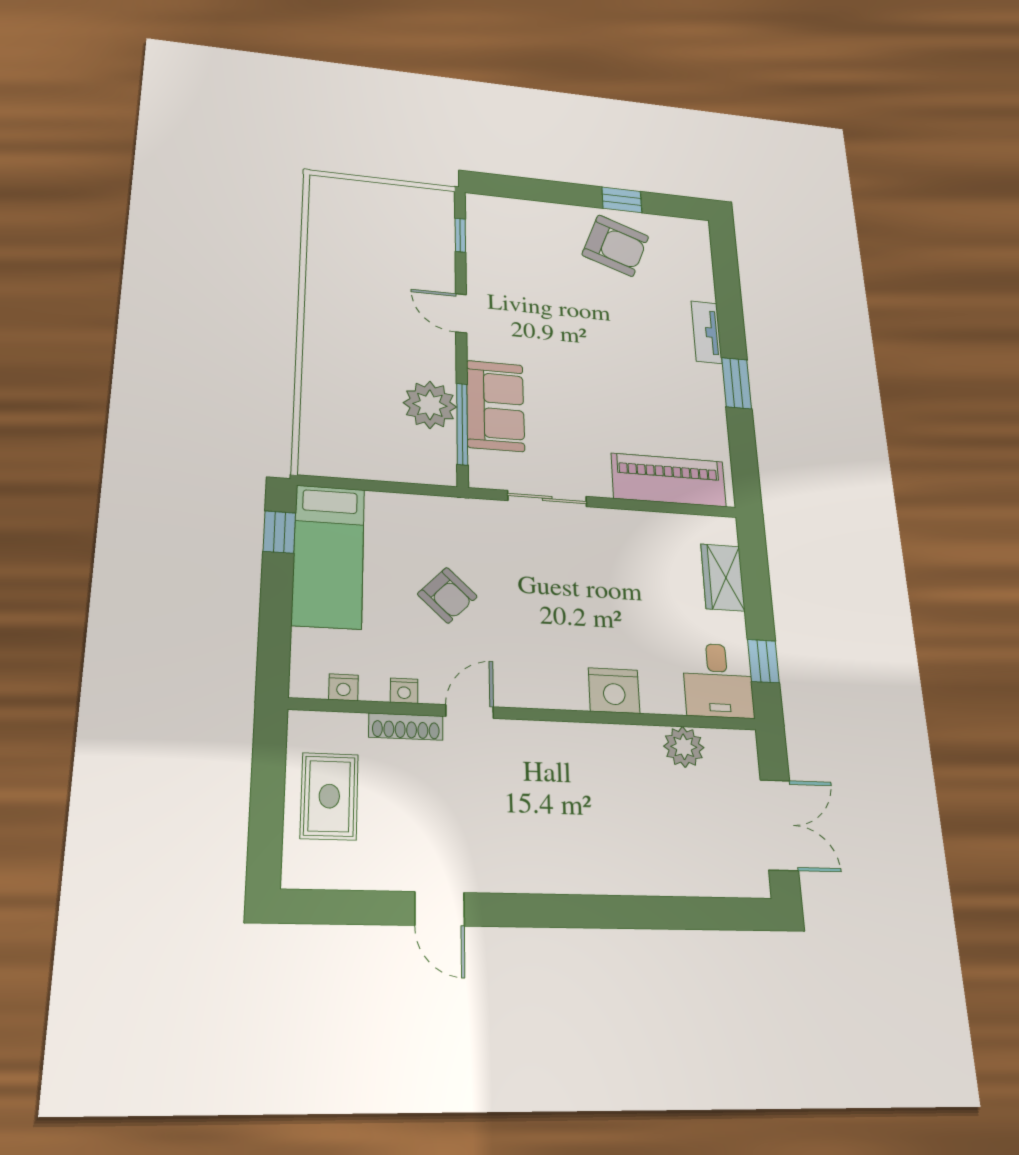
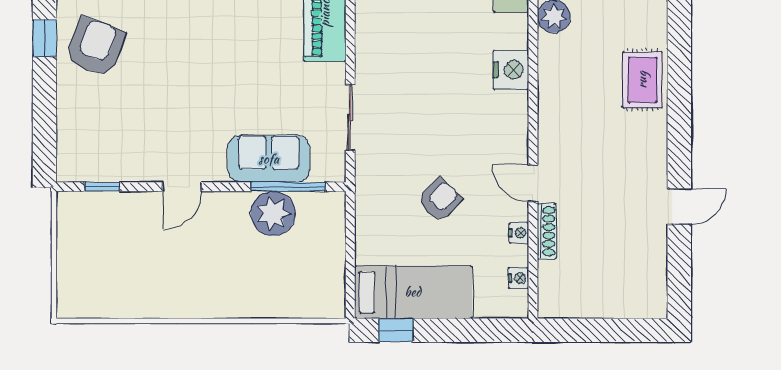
rug: (329, 796) -> (642, 80), moved, turned 90

